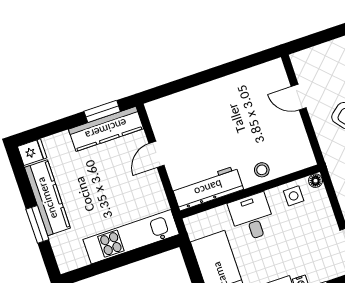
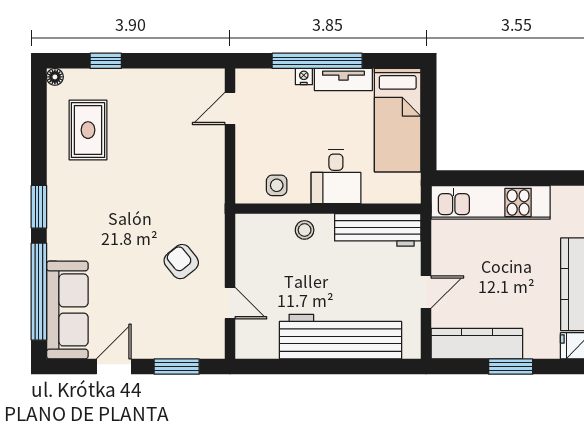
window: (322, 37) -> (177, 367), added
workbench: (209, 100) -> (340, 337), added
window: (102, 111) -> (511, 367), moved
floor lamp: (316, 181) -> (244, 195), removed

